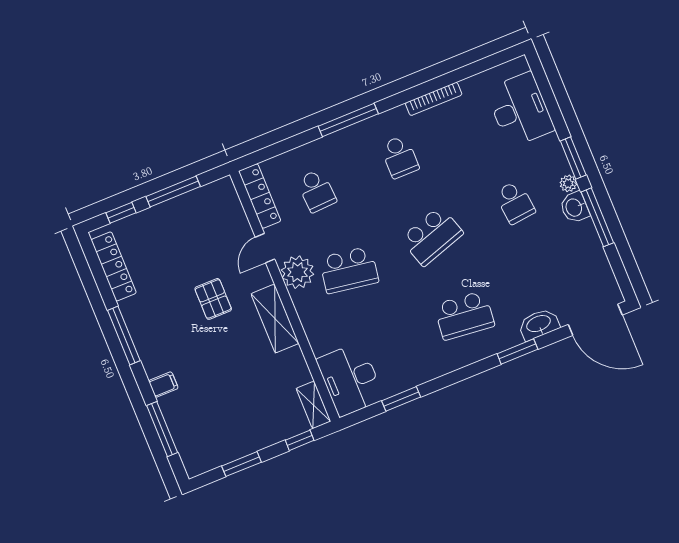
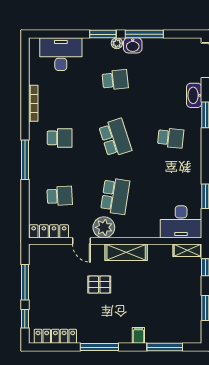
school desk: (464, 315) -> (171, 138), width x0.54

